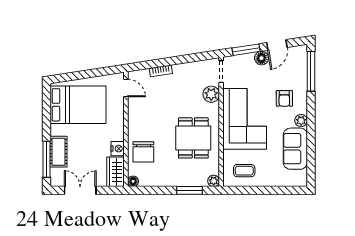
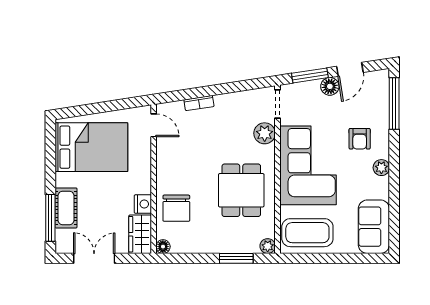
sofa: (295, 149) -> (374, 227), moved
coffee table: (244, 171) -> (307, 233), width x1.86, depth x1.72

